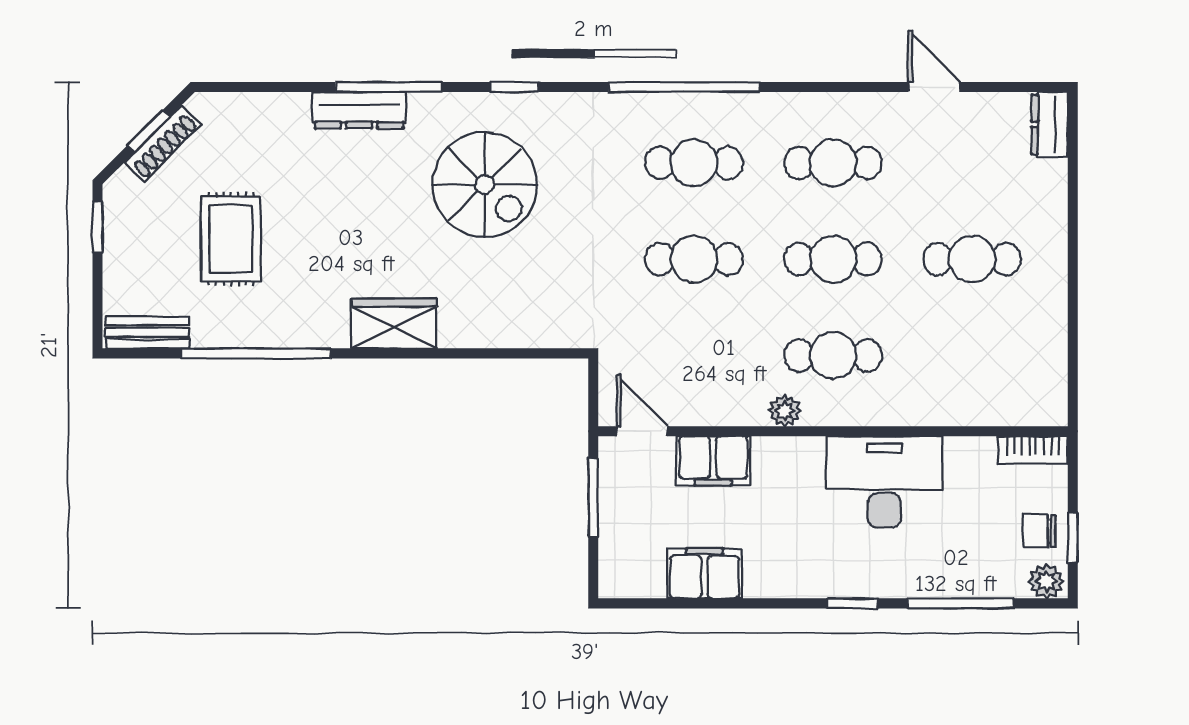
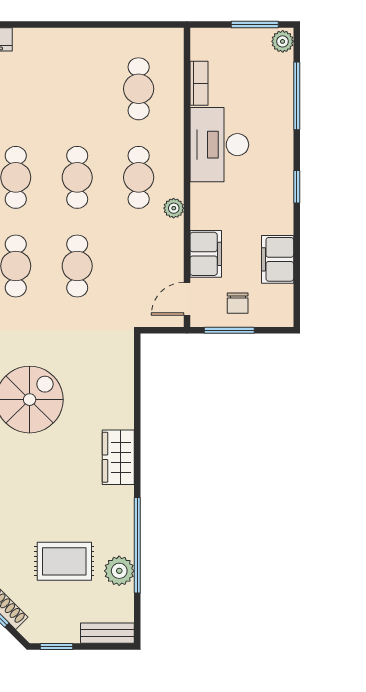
cafe table: (972, 259) -> (139, 89), moved
plant: (216, 325) -> (119, 571), added
bench: (147, 332) -> (107, 633), moved, turned 90
bookcase: (1033, 450) -> (199, 83), moved
chair: (1039, 531) -> (238, 303), moved
window: (1073, 538) -> (255, 25), width x1.50
window: (852, 603) -> (297, 187), moved

